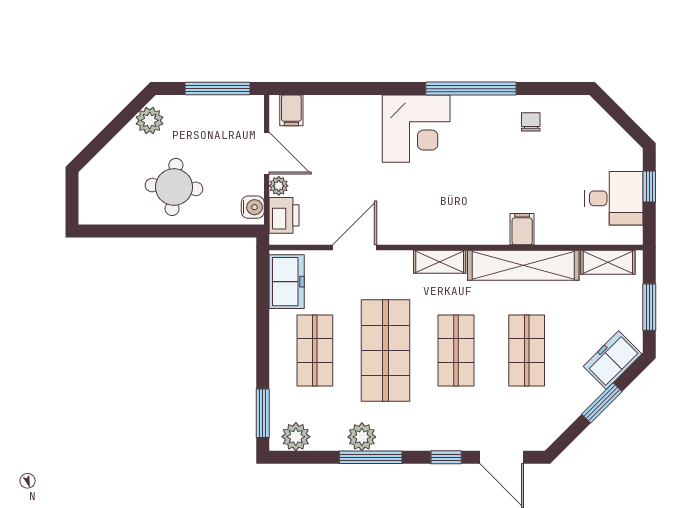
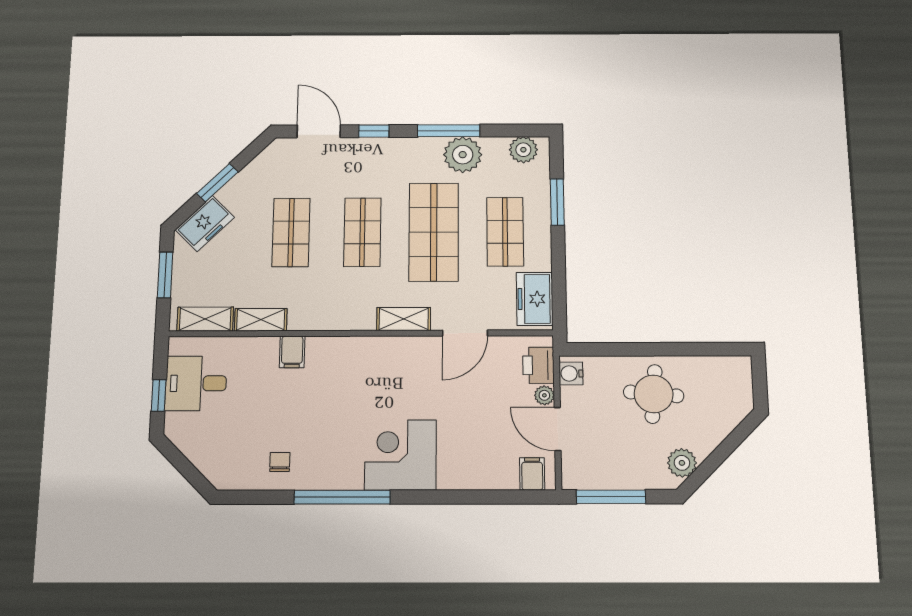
chair: (531, 122) -> (280, 462), turned 180
shelving: (440, 262) -> (404, 319), moved
shelving: (523, 265) -> (261, 320), width x0.45, depth x0.75
window: (263, 413) -> (557, 202), moved
plant: (362, 437) -> (463, 155), width x1.36, depth x1.36

